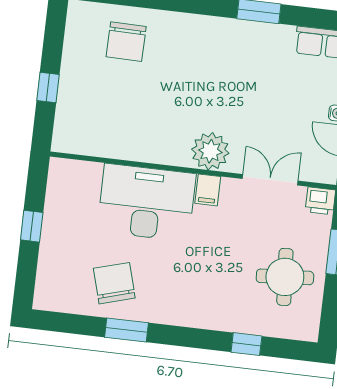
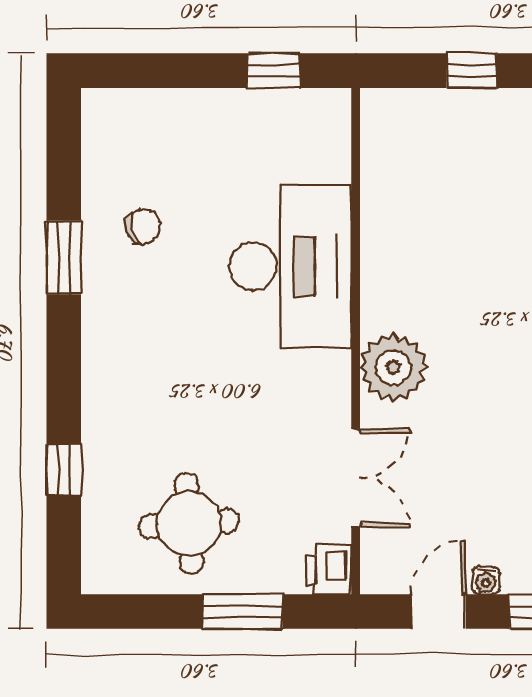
filing cabinet: (208, 190) -> (325, 371), removed
window: (32, 226) -> (273, 71), moved
chair: (114, 283) -> (143, 227), width x0.54, depth x0.54

